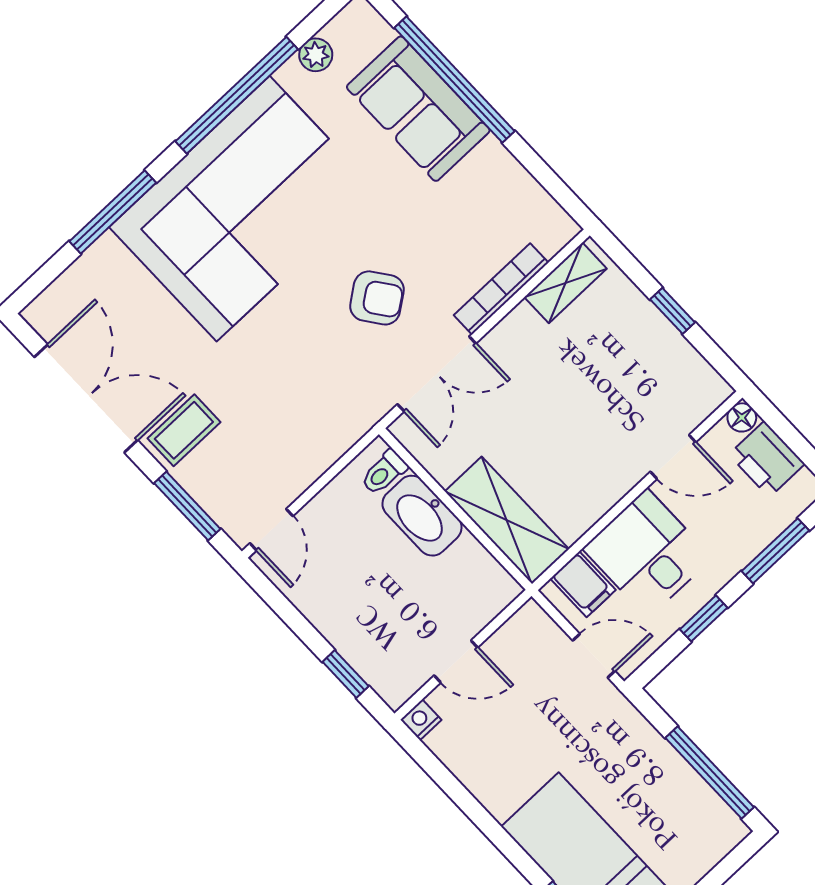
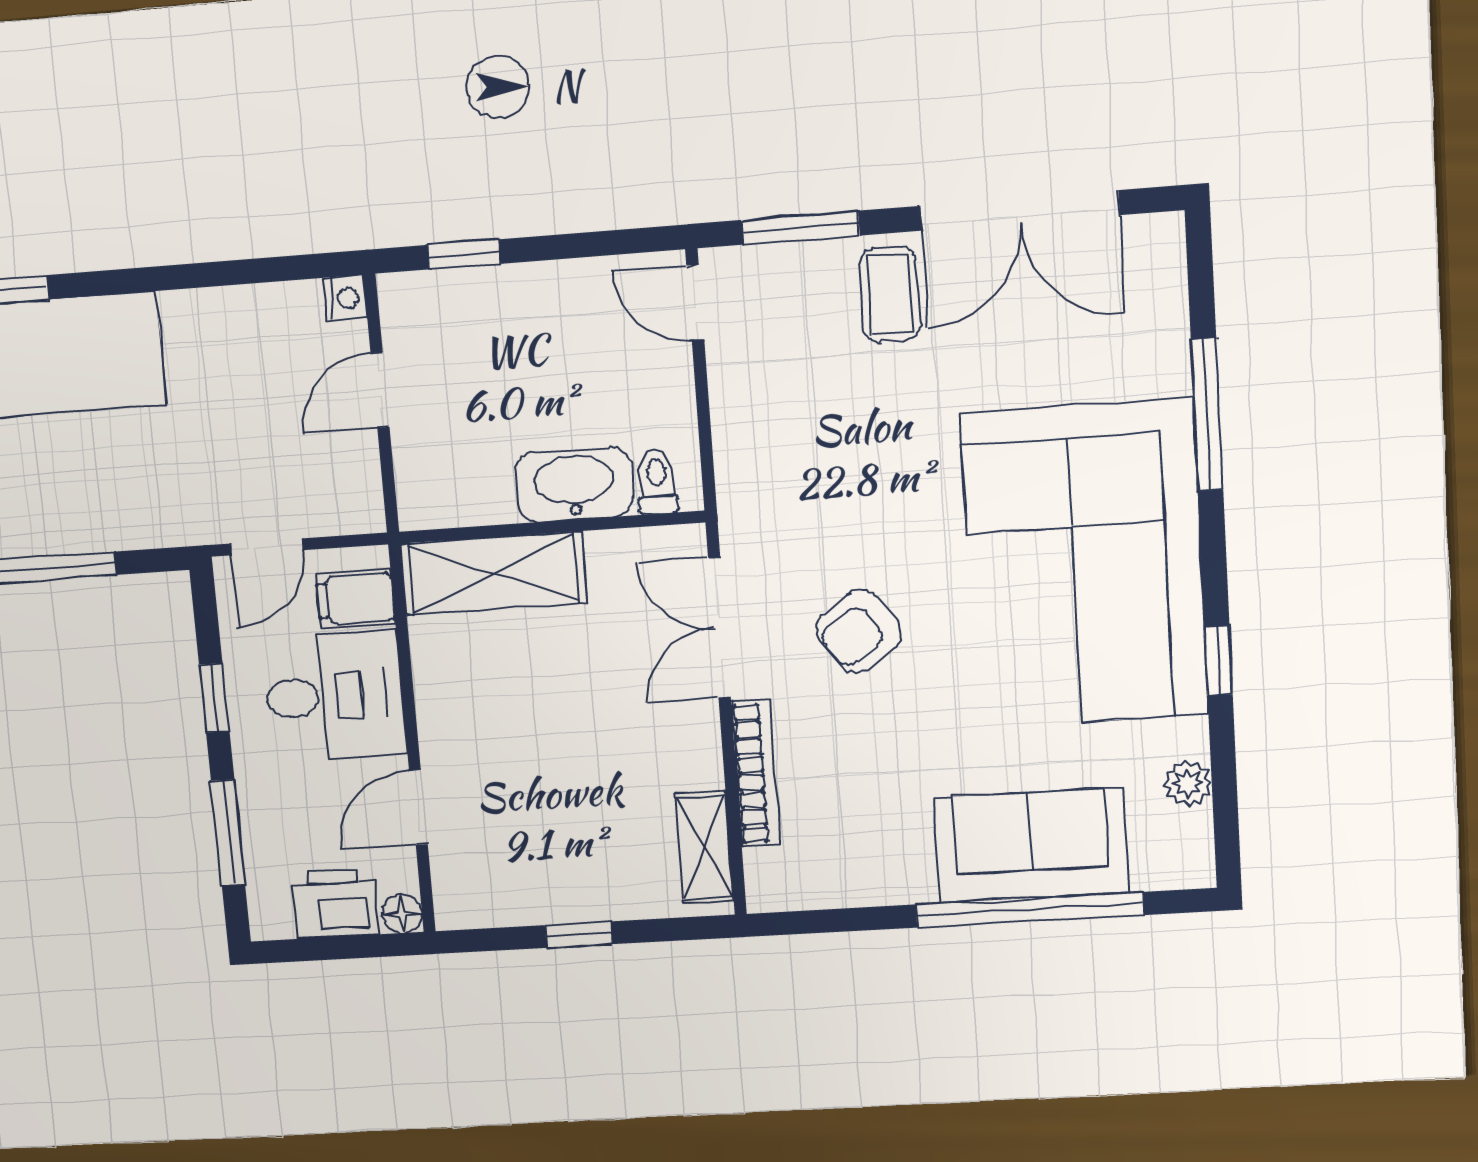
window: (237, 95) -> (1219, 661), width x0.32

